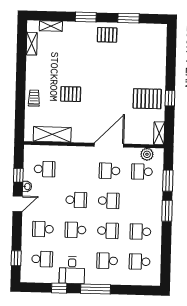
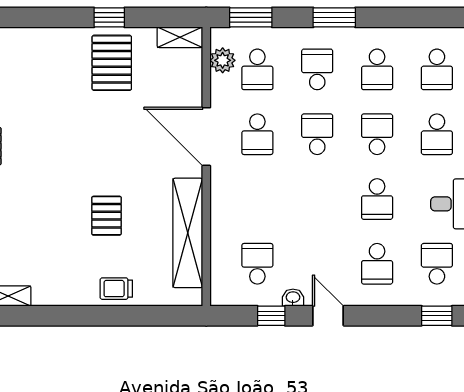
shelving: (52, 134) -> (188, 233), width x1.47
window: (168, 181) -> (251, 17), moved
school desk: (76, 200) -> (317, 69), moved

